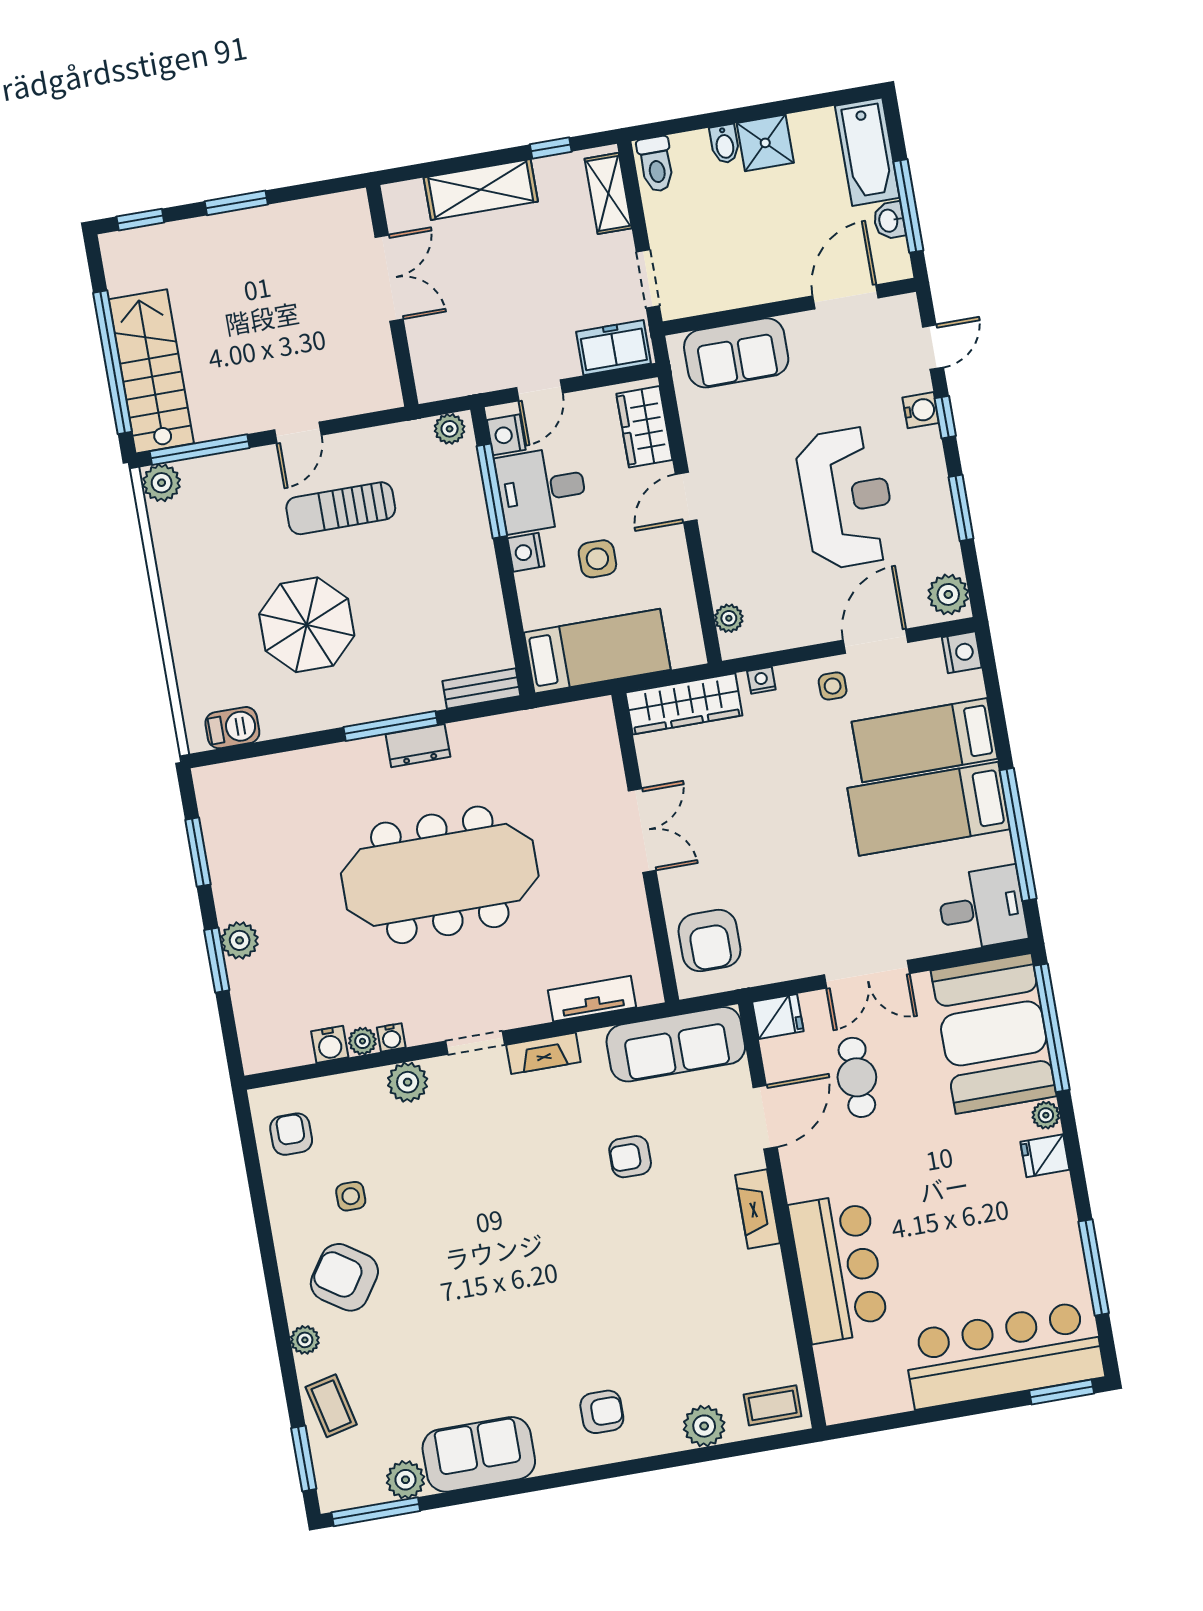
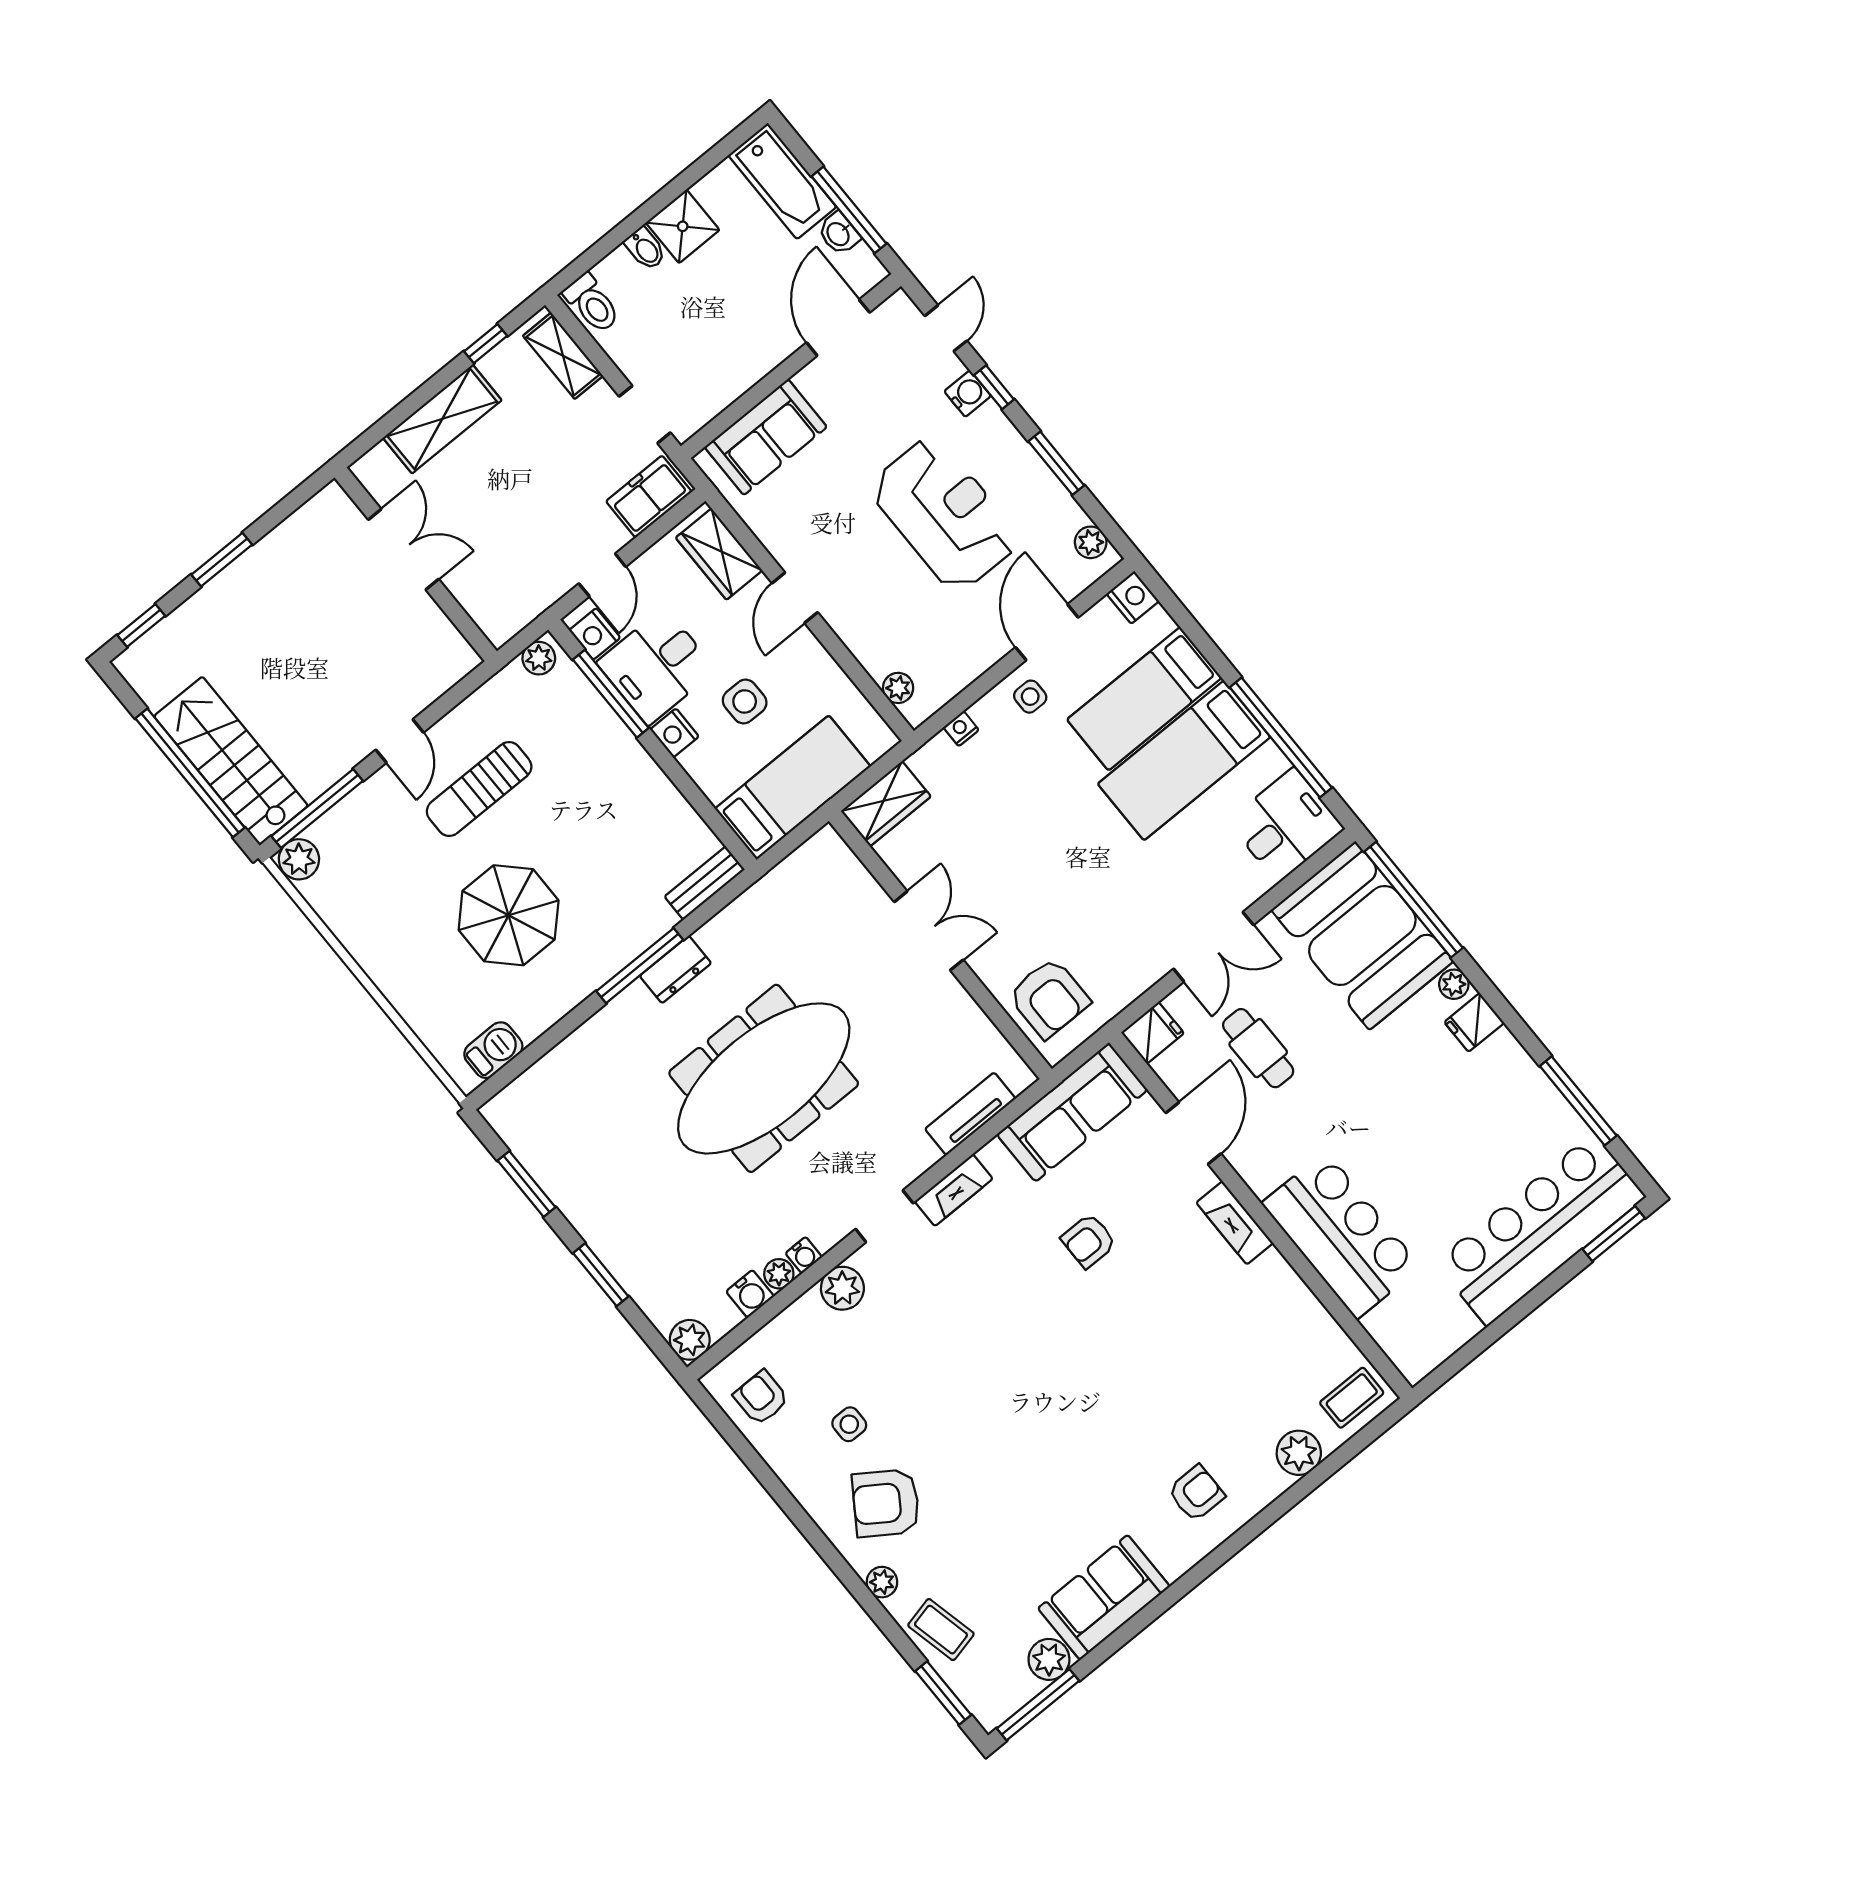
plant: (948, 594) -> (1091, 542), width x0.73, depth x0.73
wardrobe: (684, 704) -> (886, 804), width x0.67
plant: (240, 940) -> (690, 1340), moved

